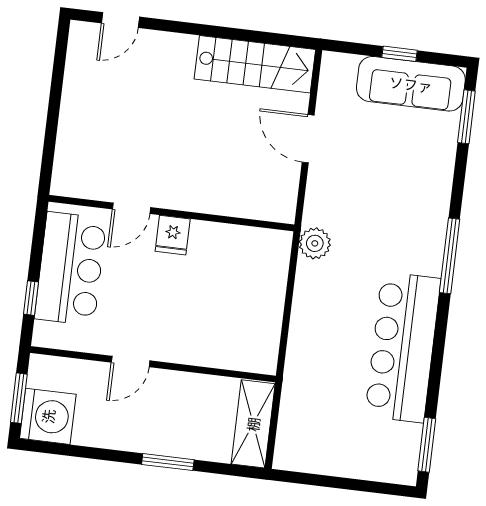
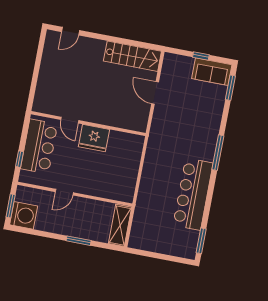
sofa: (411, 84) -> (212, 72), width x0.73
door: (131, 208) -> (70, 120), hinge flipped
fridge: (173, 235) -> (94, 138), width x1.88, depth x1.34
plant: (315, 243) -> (155, 142), removed

